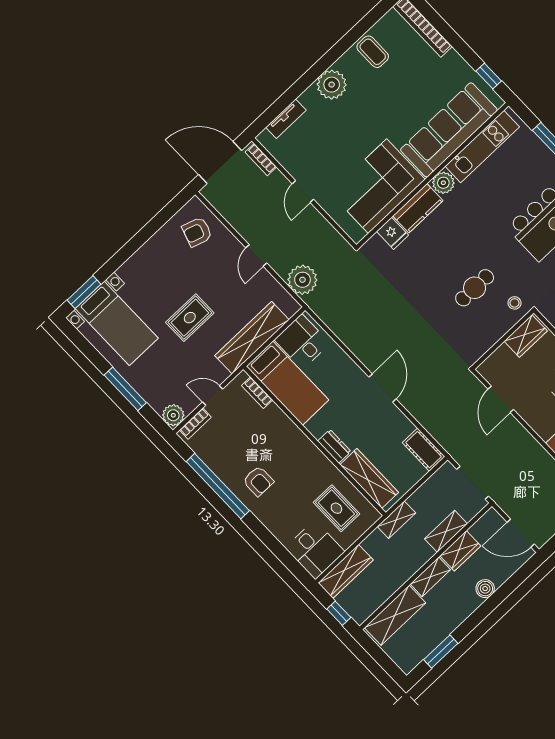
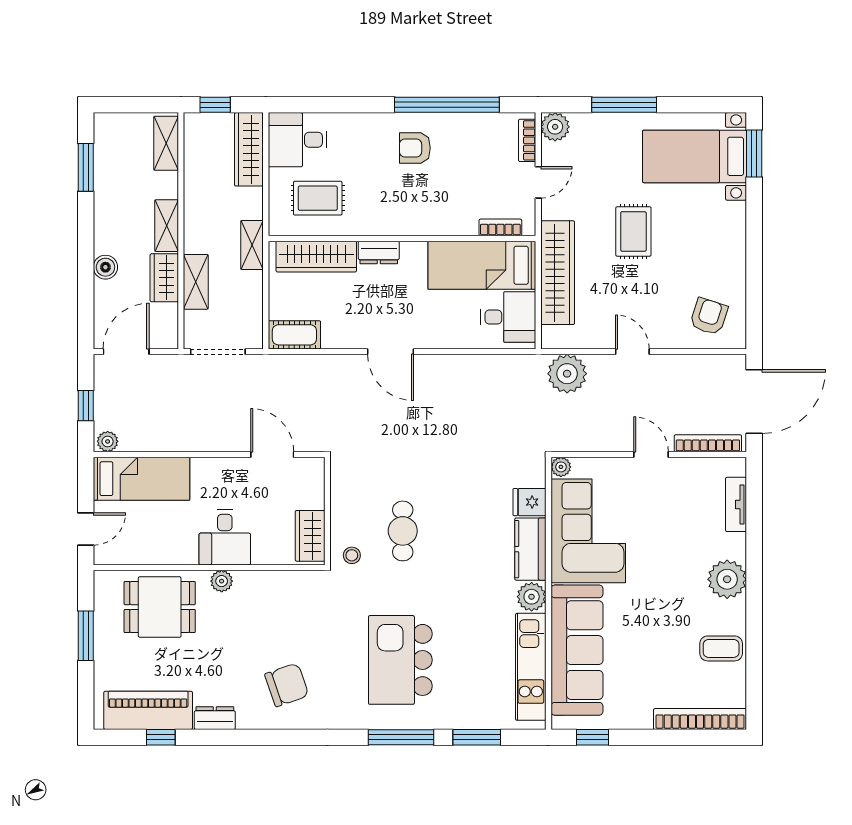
bookcase: (261, 160) -> (708, 443), width x1.56
plant: (357, 234) -> (561, 467), added
shelving: (395, 615) -> (166, 143), width x0.67, depth x0.75

